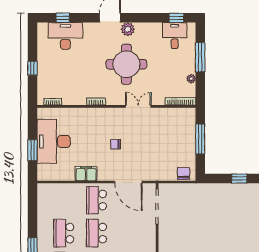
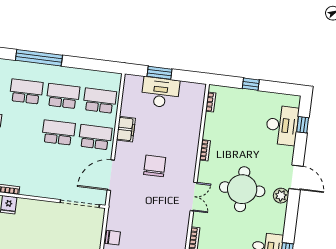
desk: (54, 141) -> (160, 92), width x0.73, depth x0.77
chair: (116, 144) -> (155, 166), width x1.87, depth x1.87
school desk: (64, 200) -> (100, 101), added

